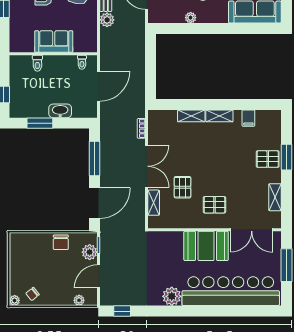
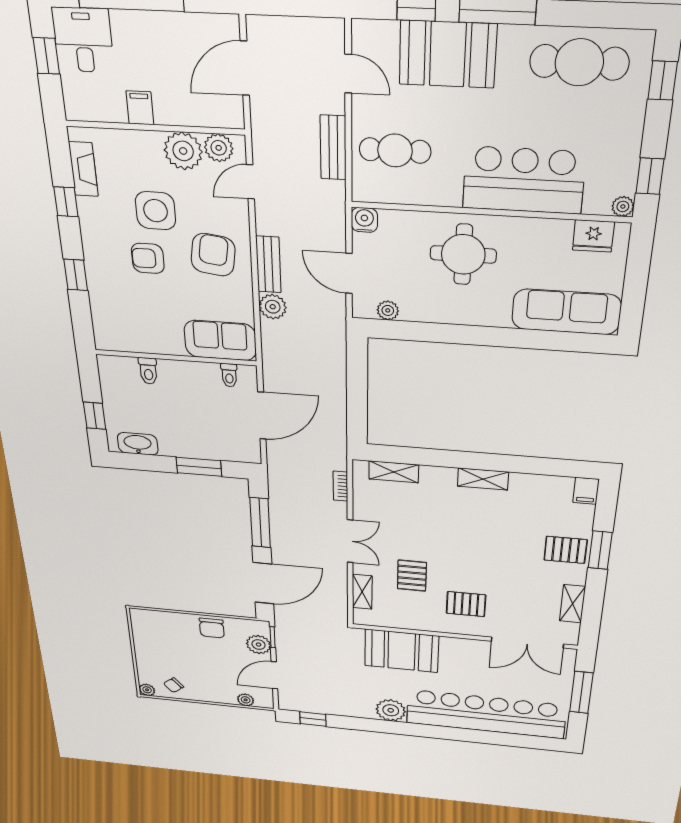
plant: (191, 18) -> (388, 310), moved
sofa: (54, 42) -> (220, 340), moved
washbasin: (60, 111) -> (138, 444), moved
shelving: (191, 116) -> (394, 472), moved
filing cabinet: (248, 118) -> (586, 491), moved
window: (40, 123) -> (199, 467), moved
double door: (147, 166) -> (350, 541), width x0.73
booth: (206, 246) -> (402, 651), moved

